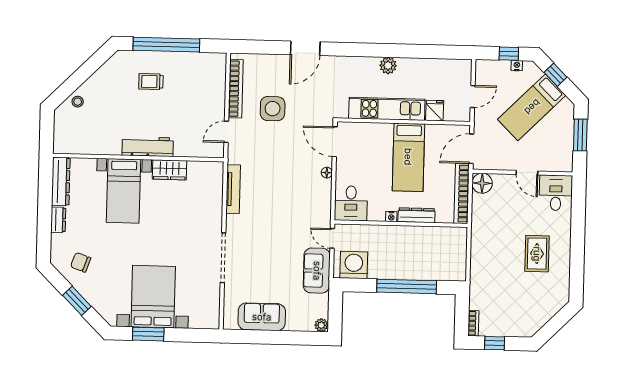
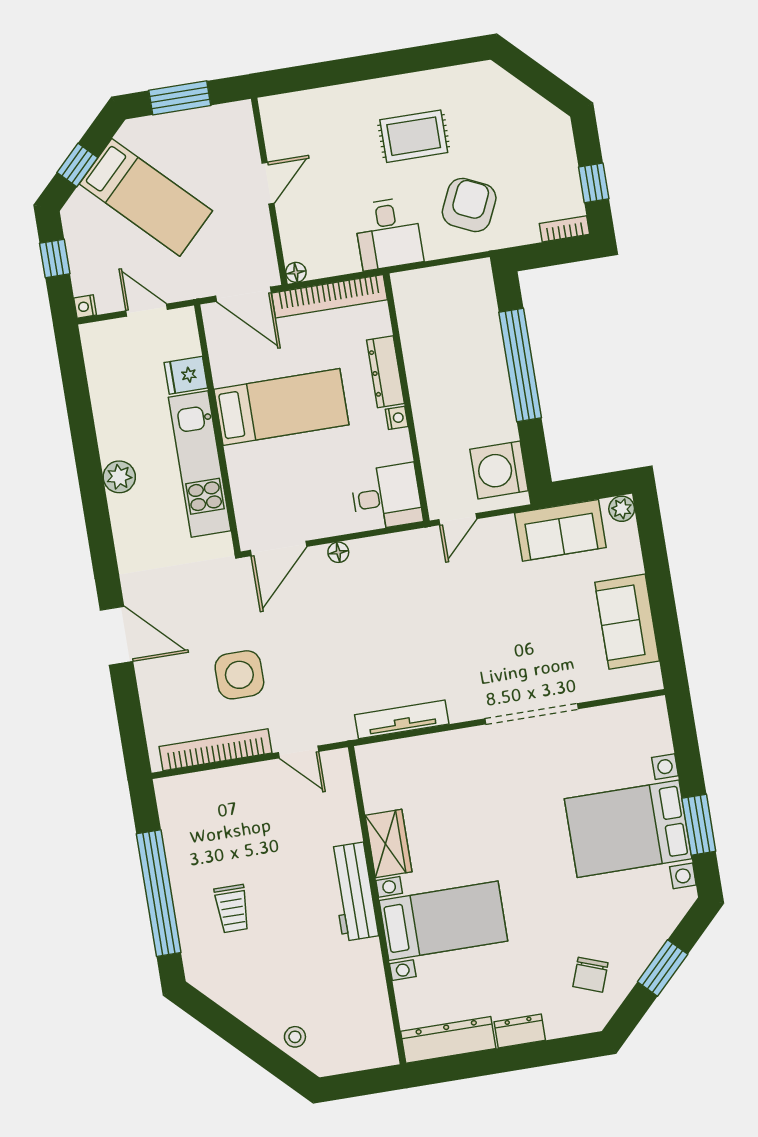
nightstand: (517, 66) -> (85, 307), moved
floor lamp: (482, 183) -> (296, 272), width x0.53, depth x0.53
desk: (556, 193) -> (388, 234), moved, turned -90
sofa: (317, 271) -> (560, 530), moved
armchair: (495, 276) -> (469, 205), added

